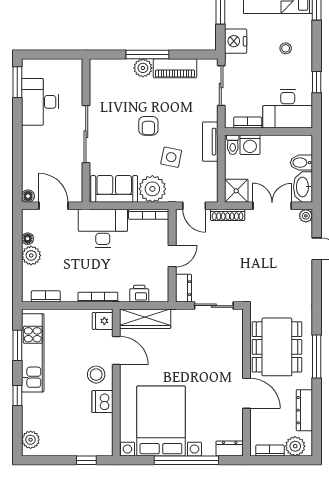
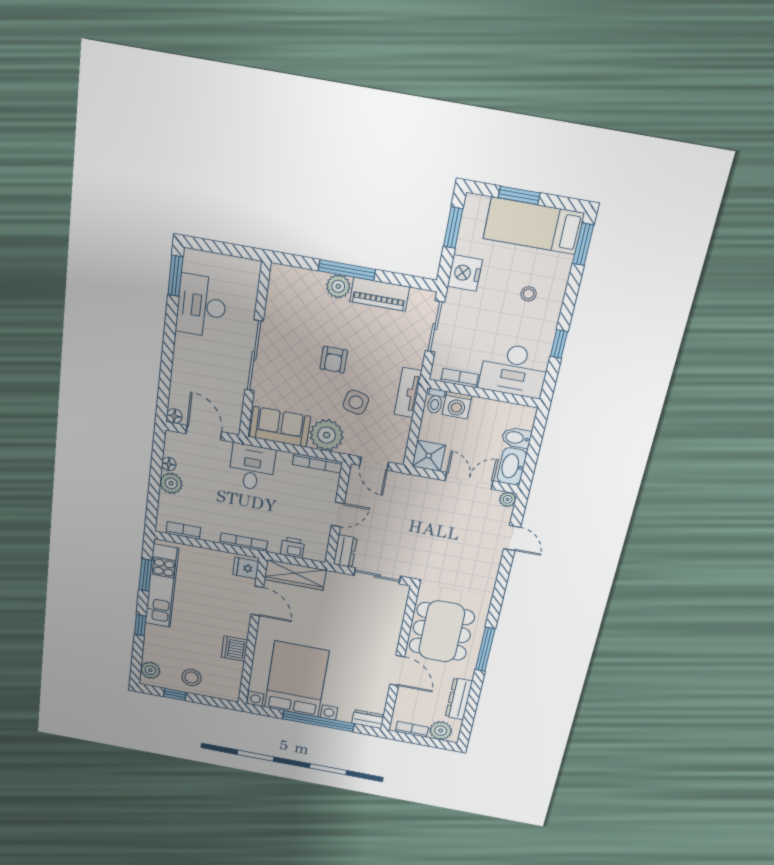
shoe rack: (228, 215) -> (413, 481), removed
desk: (103, 228) -> (252, 467), width x0.73
stool: (96, 375) -> (191, 678), moved
window: (86, 460) -> (175, 694), moved

